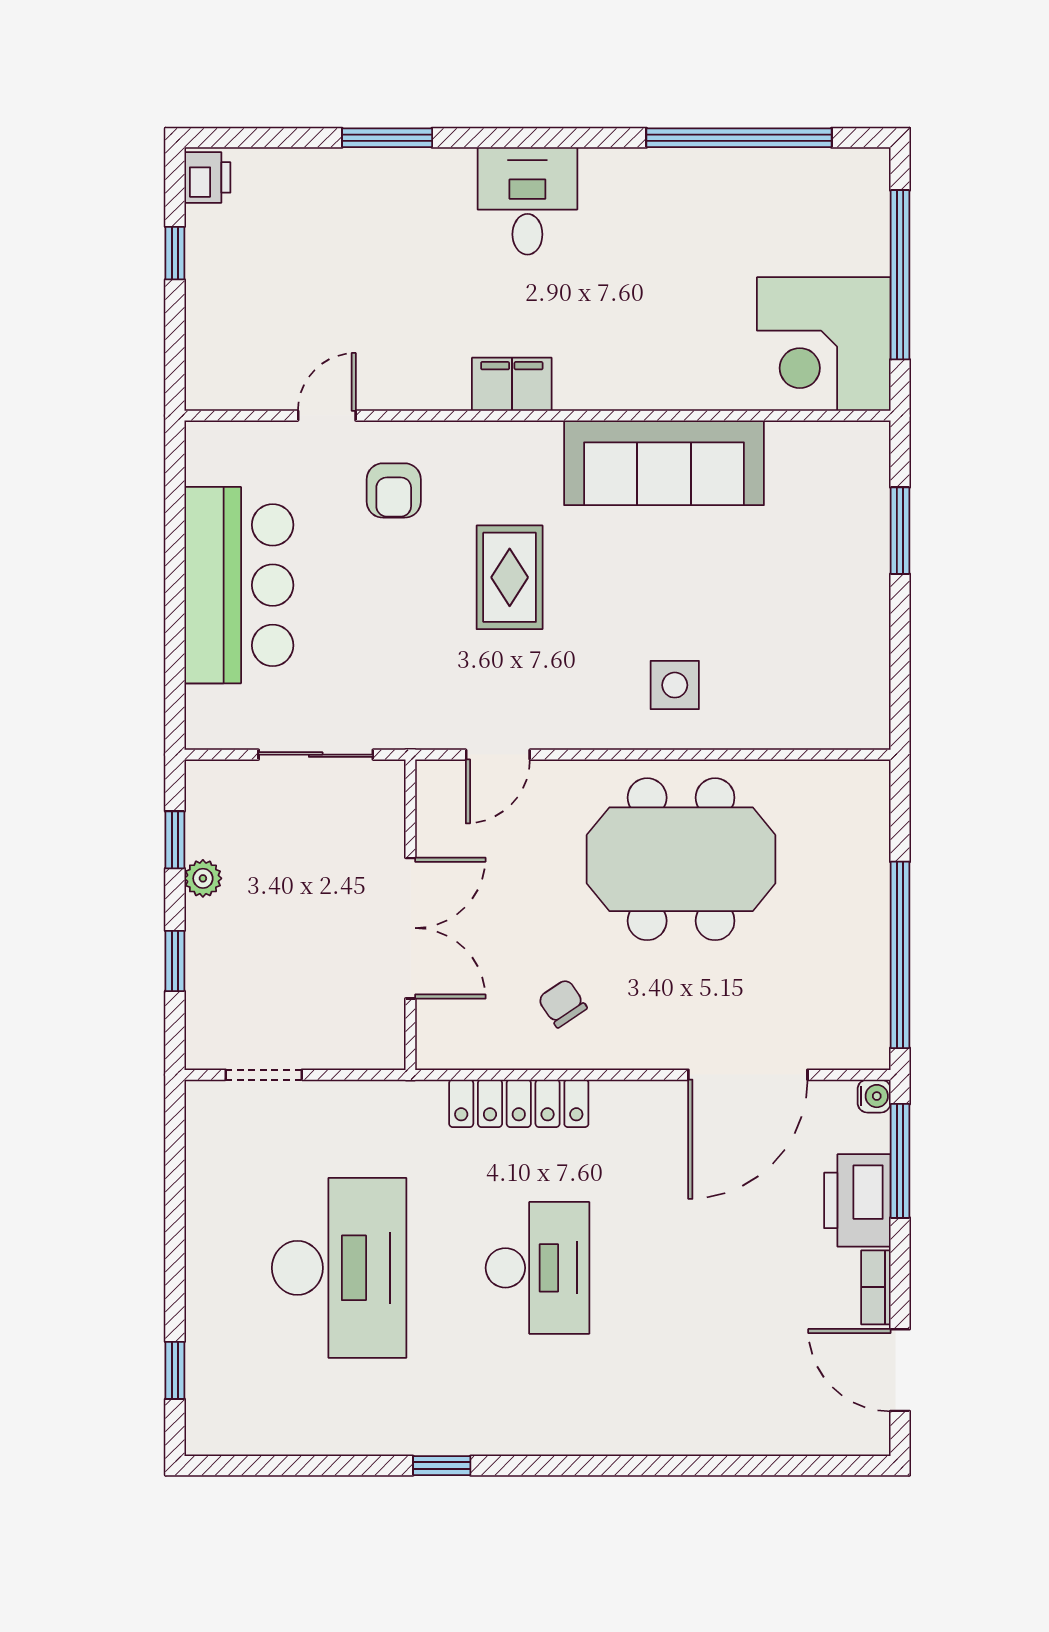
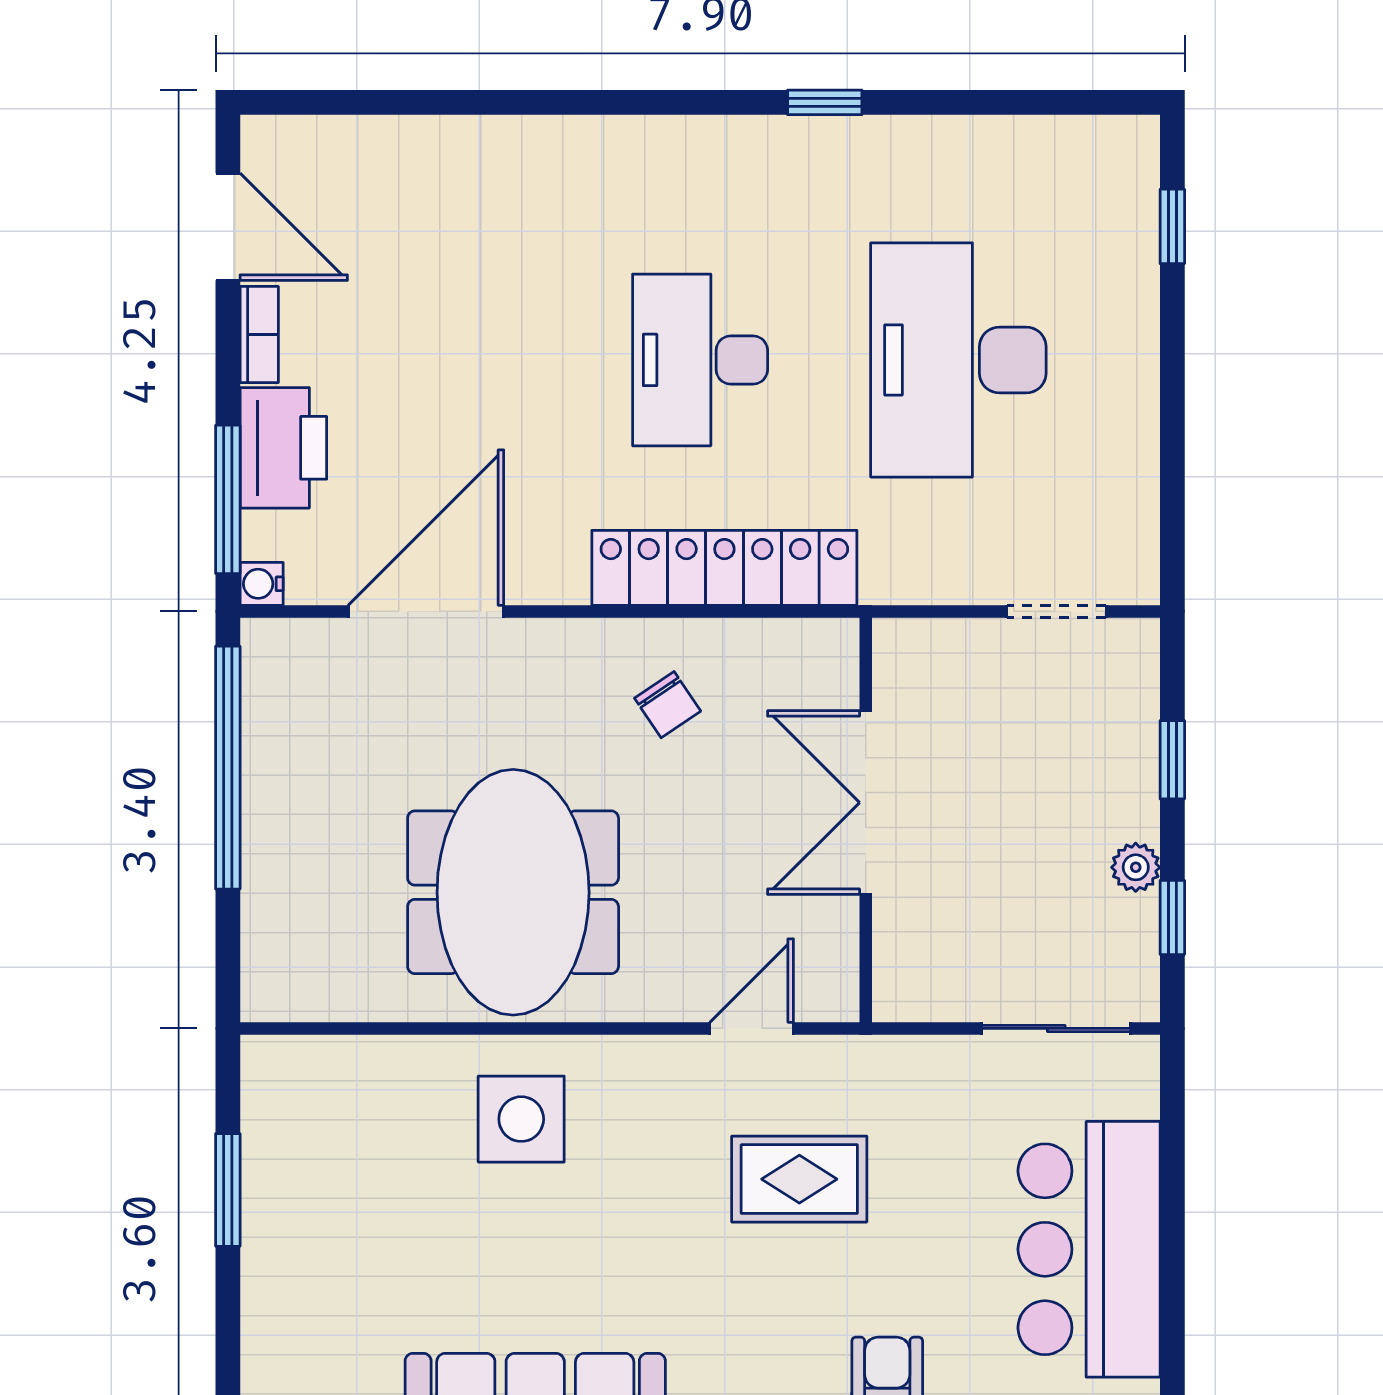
window: (900, 531) -> (228, 1190), moved
rug: (510, 577) -> (799, 1179), moved, turned 90
side table: (675, 685) -> (521, 1119), width x1.37, depth x1.37
sliding door: (316, 755) -> (1056, 1028), moved
meeting table: (681, 859) -> (513, 892), turned 90
locker: (519, 1103) -> (724, 568), width x1.41, depth x1.21

